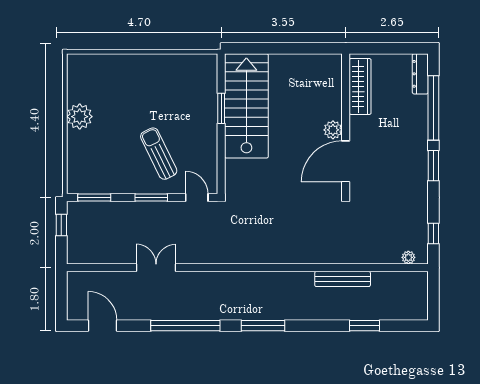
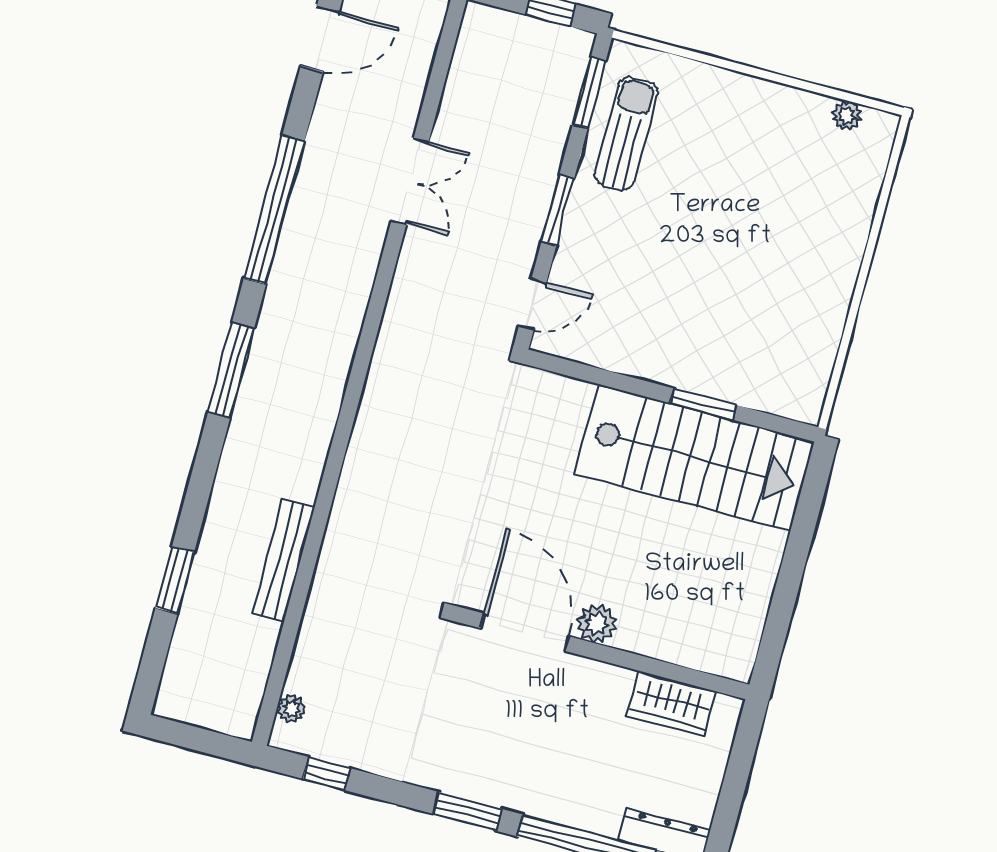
wardrobe: (360, 86) -> (672, 703), width x0.67
plant: (80, 117) -> (847, 116), moved, width x0.53, depth x0.53
sun lounger: (159, 154) -> (626, 133), moved, turned -64

